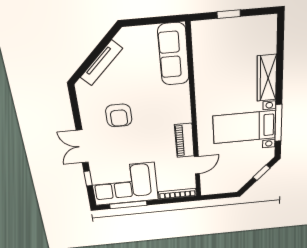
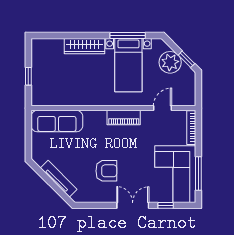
piano: (184, 140) -> (124, 118), moved
double door: (82, 146) -> (133, 205), swing flipped
door: (197, 165) -> (162, 108), hinge flipped
plant: (248, 168) -> (170, 62), added
window: (262, 173) -> (186, 59), moved

